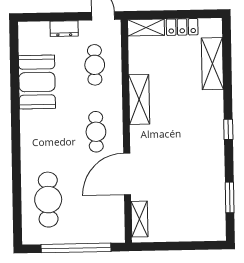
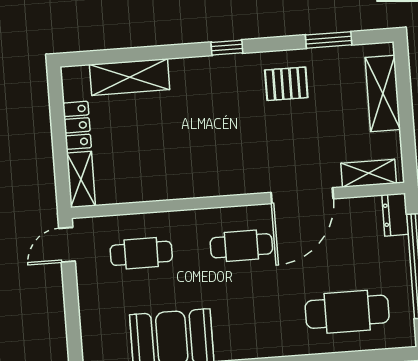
dresser: (64, 29) -> (395, 215), moved, turned 180
shelving: (139, 99) -> (383, 93), moved, turned 90
pallet: (202, 168) -> (286, 84), added
door: (127, 174) -> (302, 196), hinge flipped

